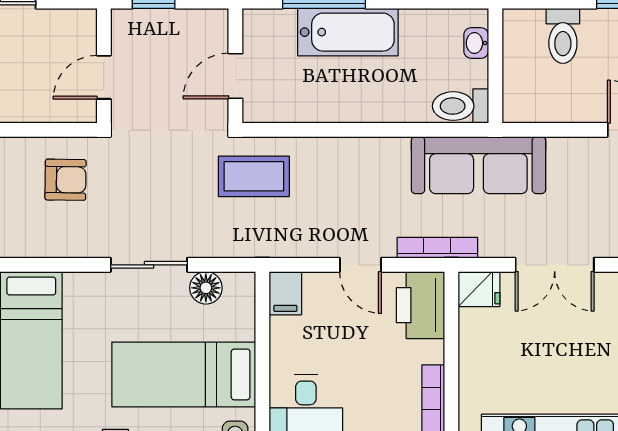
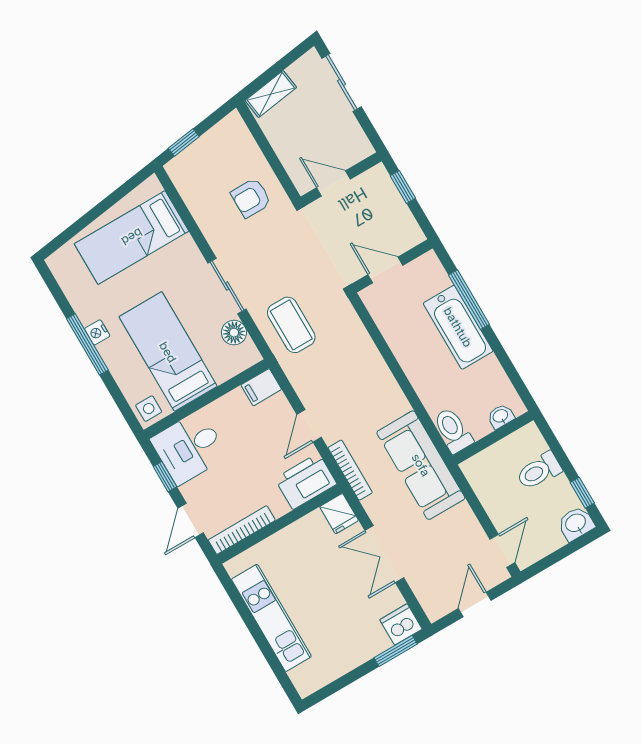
coffee table: (254, 176) -> (291, 325), moved
armchair: (65, 180) -> (251, 198), turned 89

